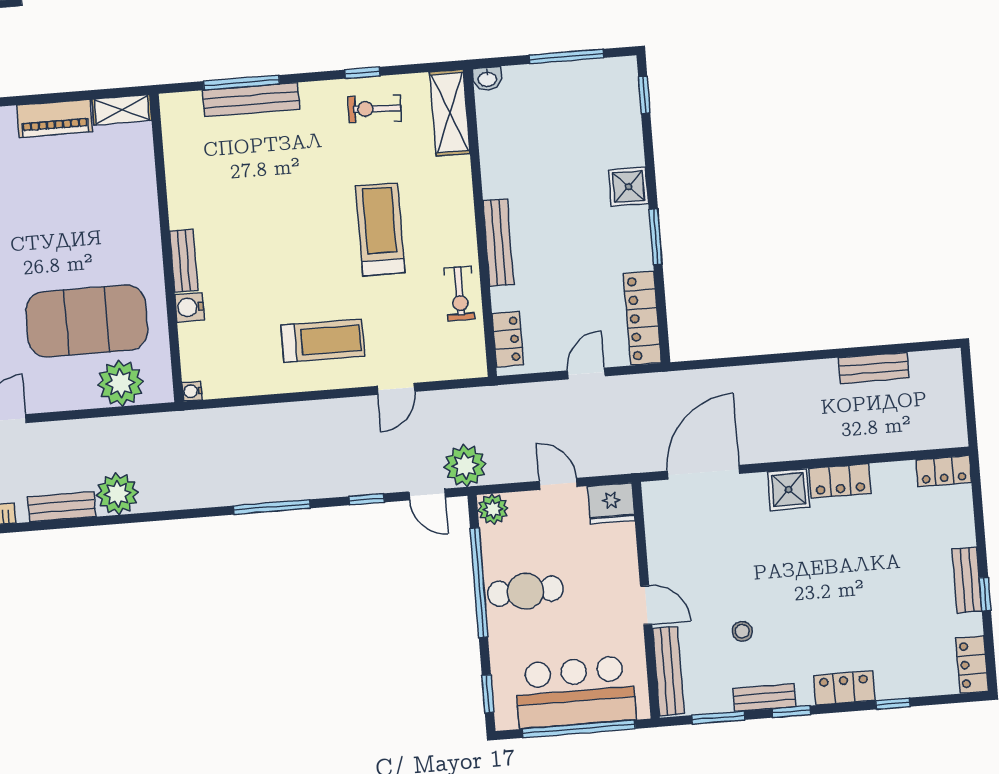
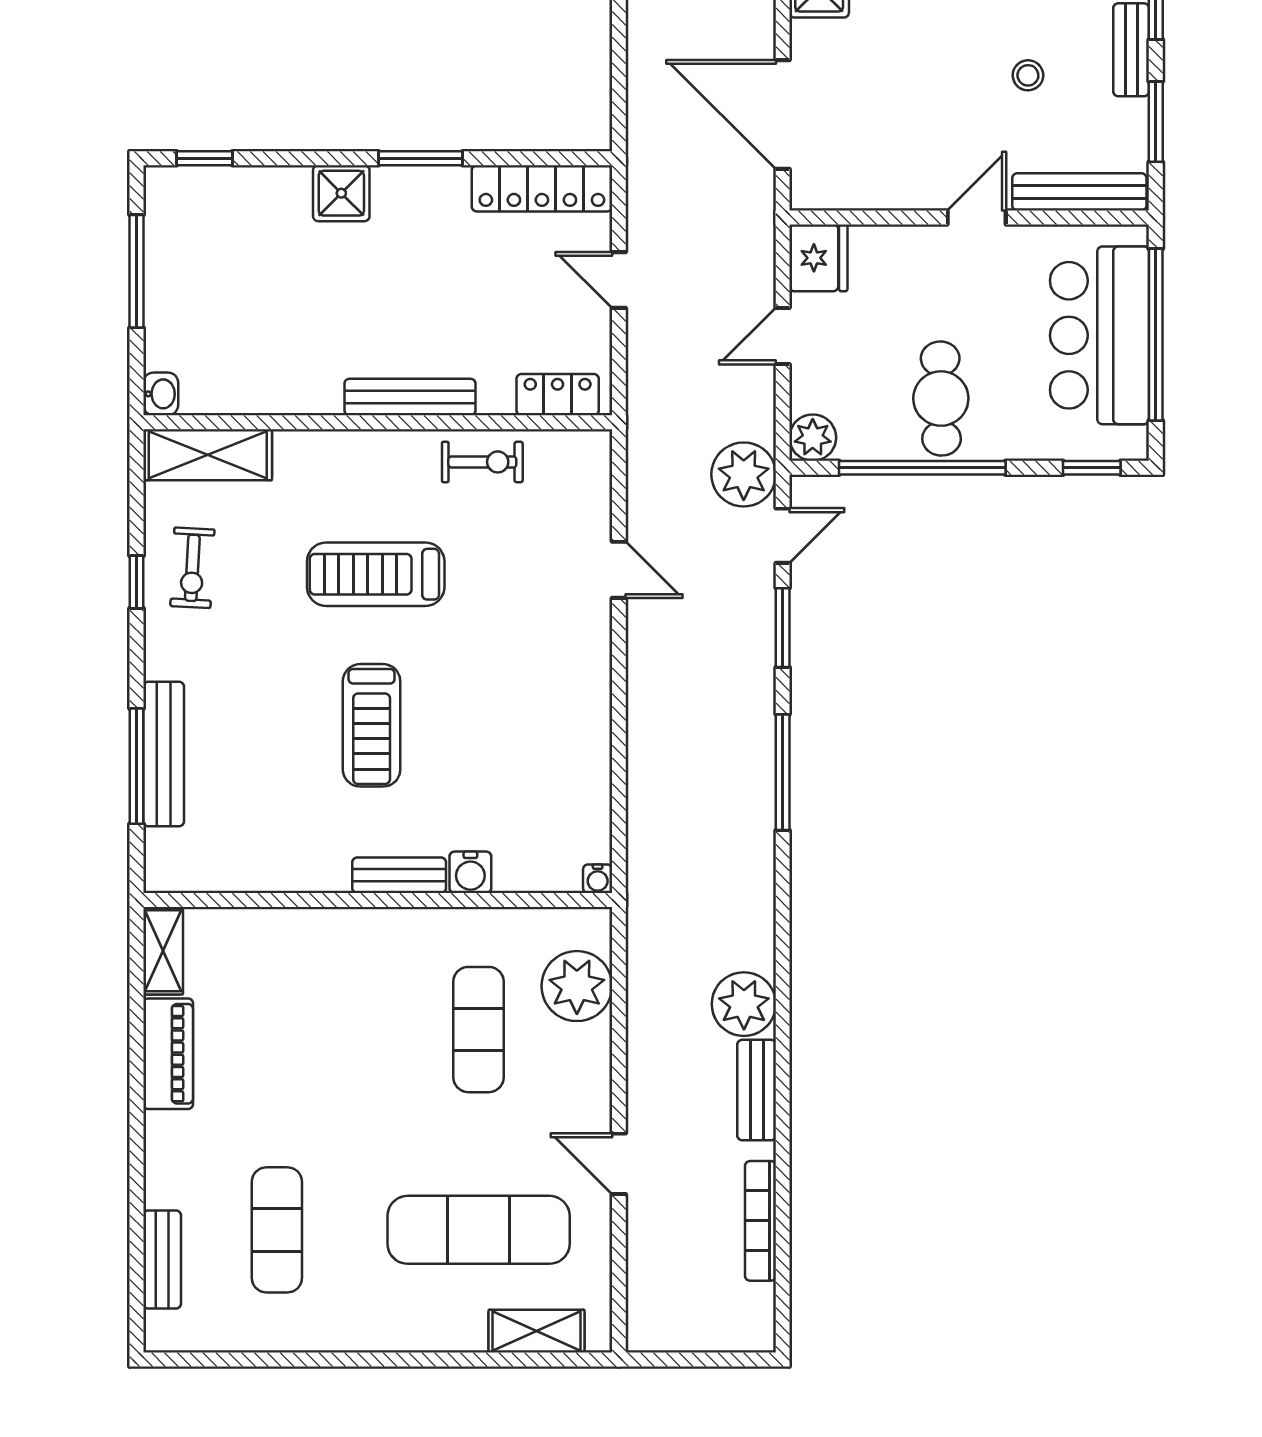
exercise mat: (87, 321) -> (479, 1030), width x0.50, depth x0.69
treadmill: (323, 341) -> (372, 725), moved, turned 180
window: (367, 499) -> (783, 628), width x1.50

